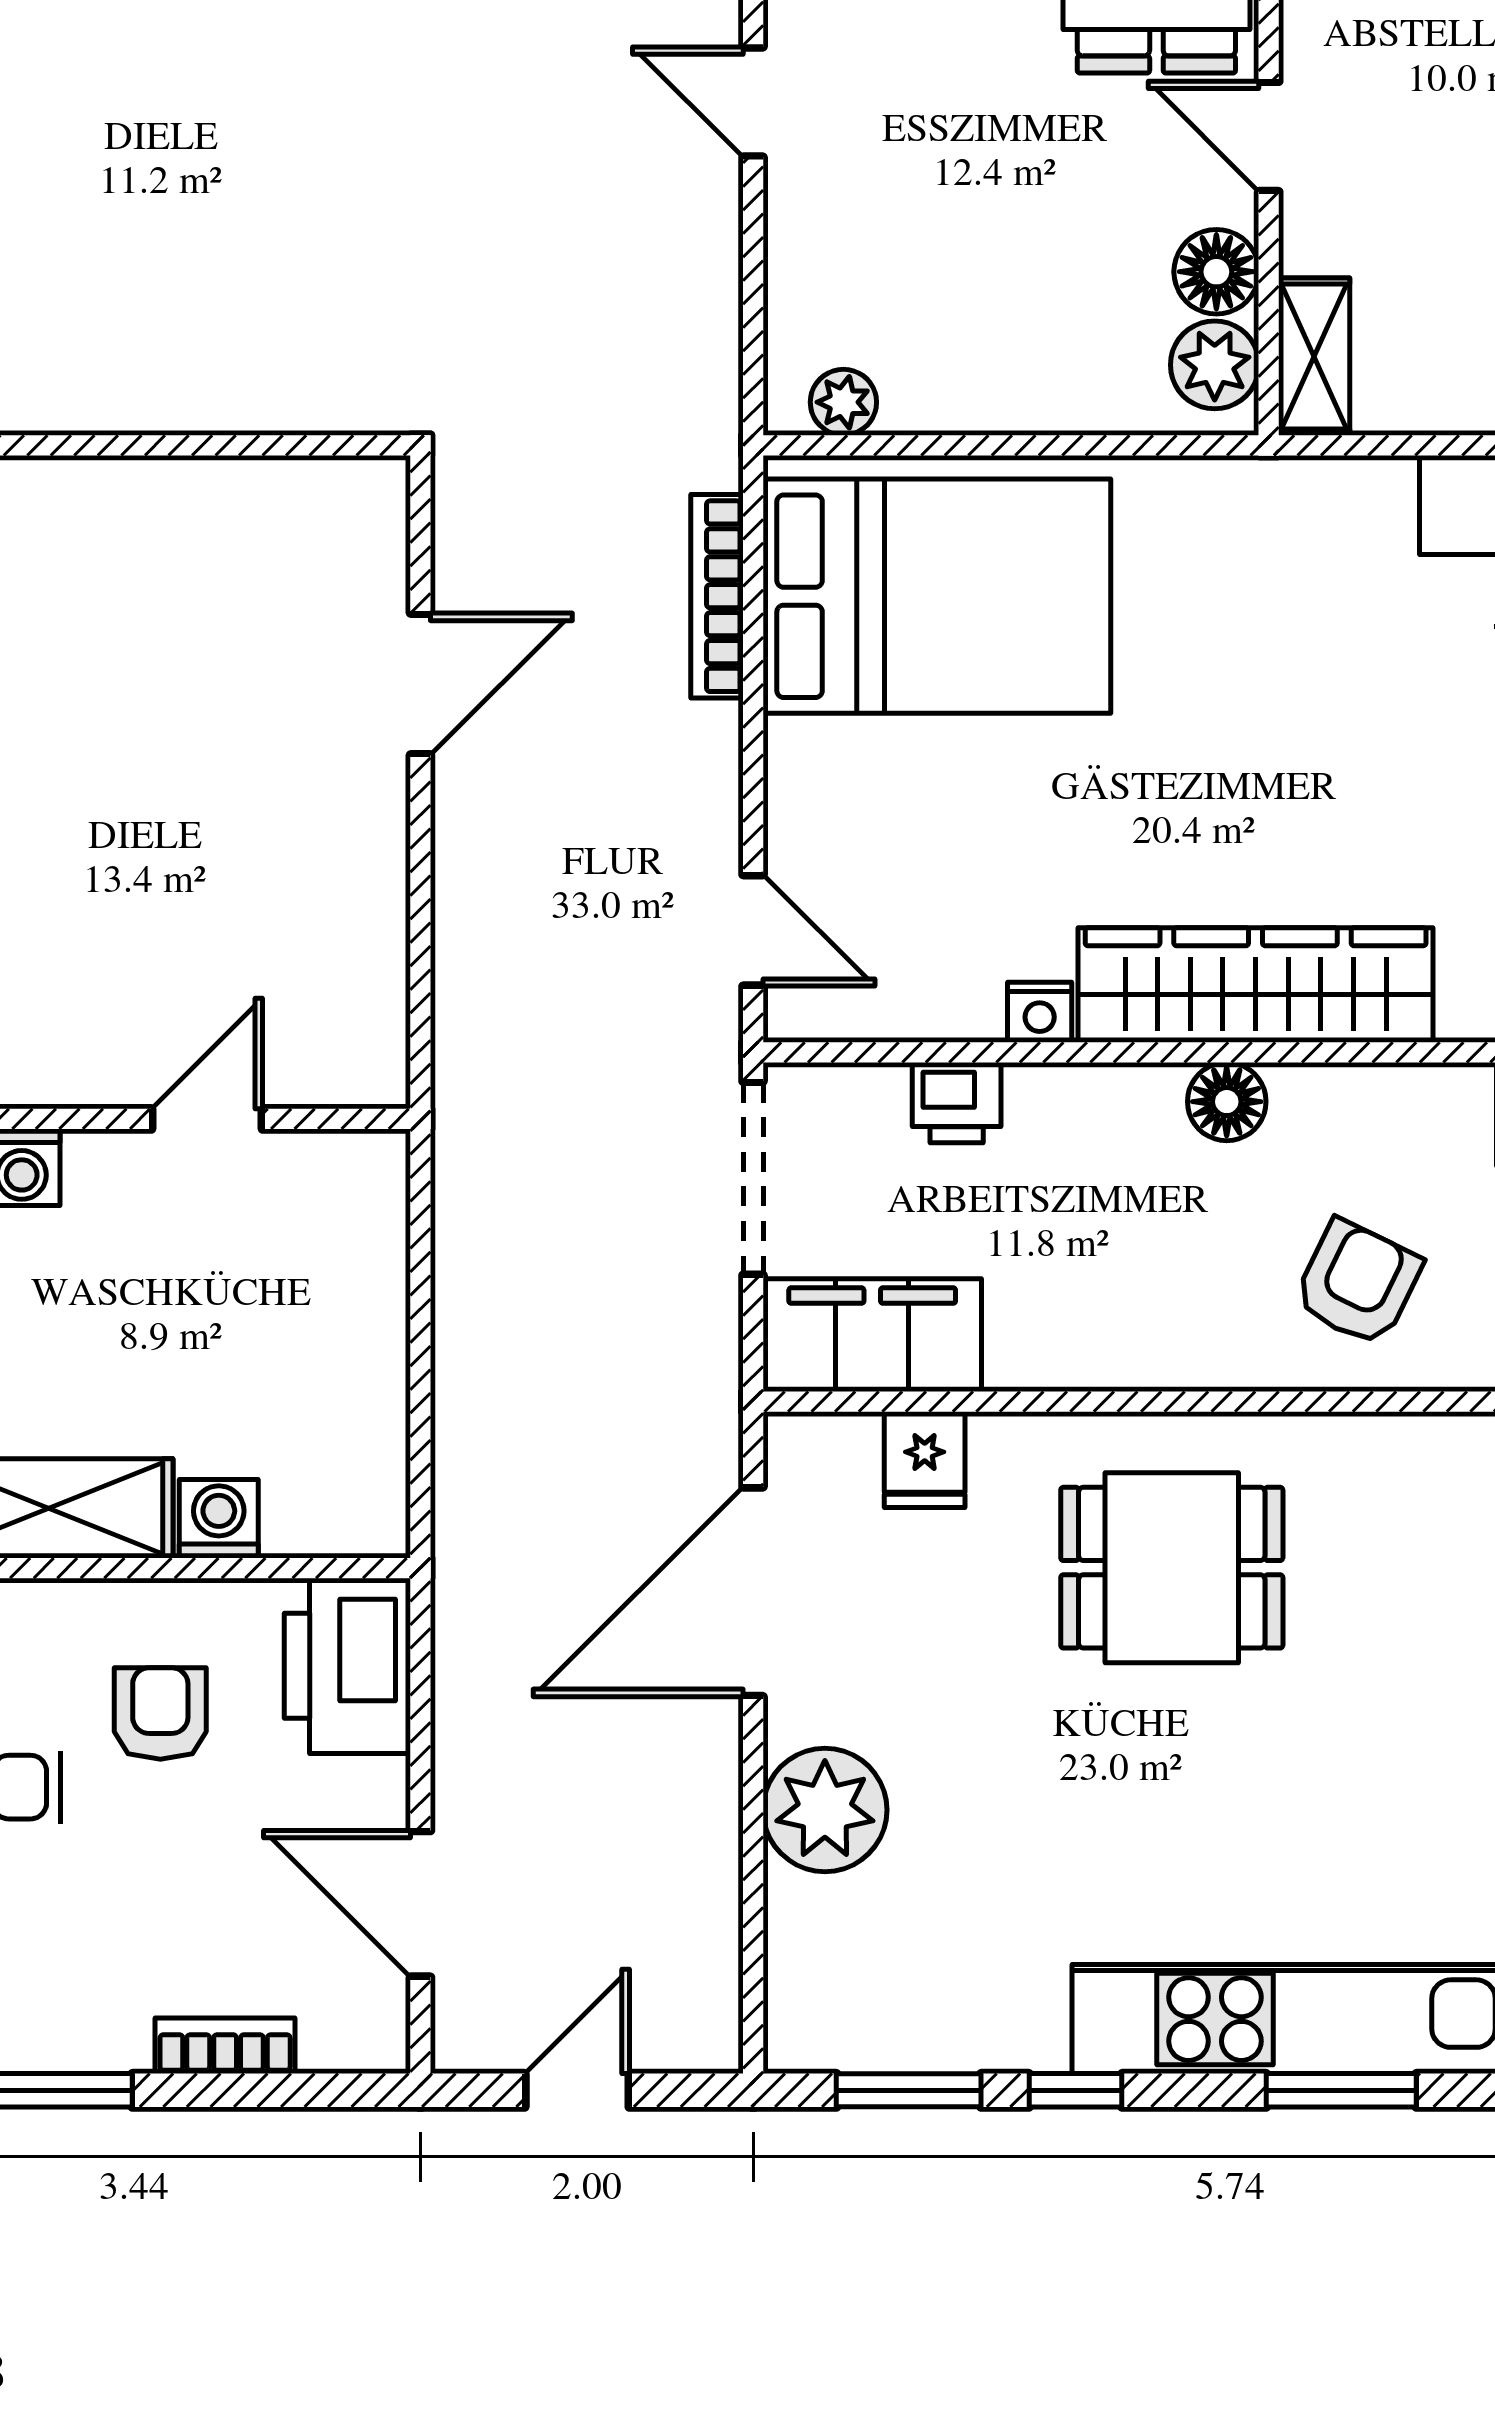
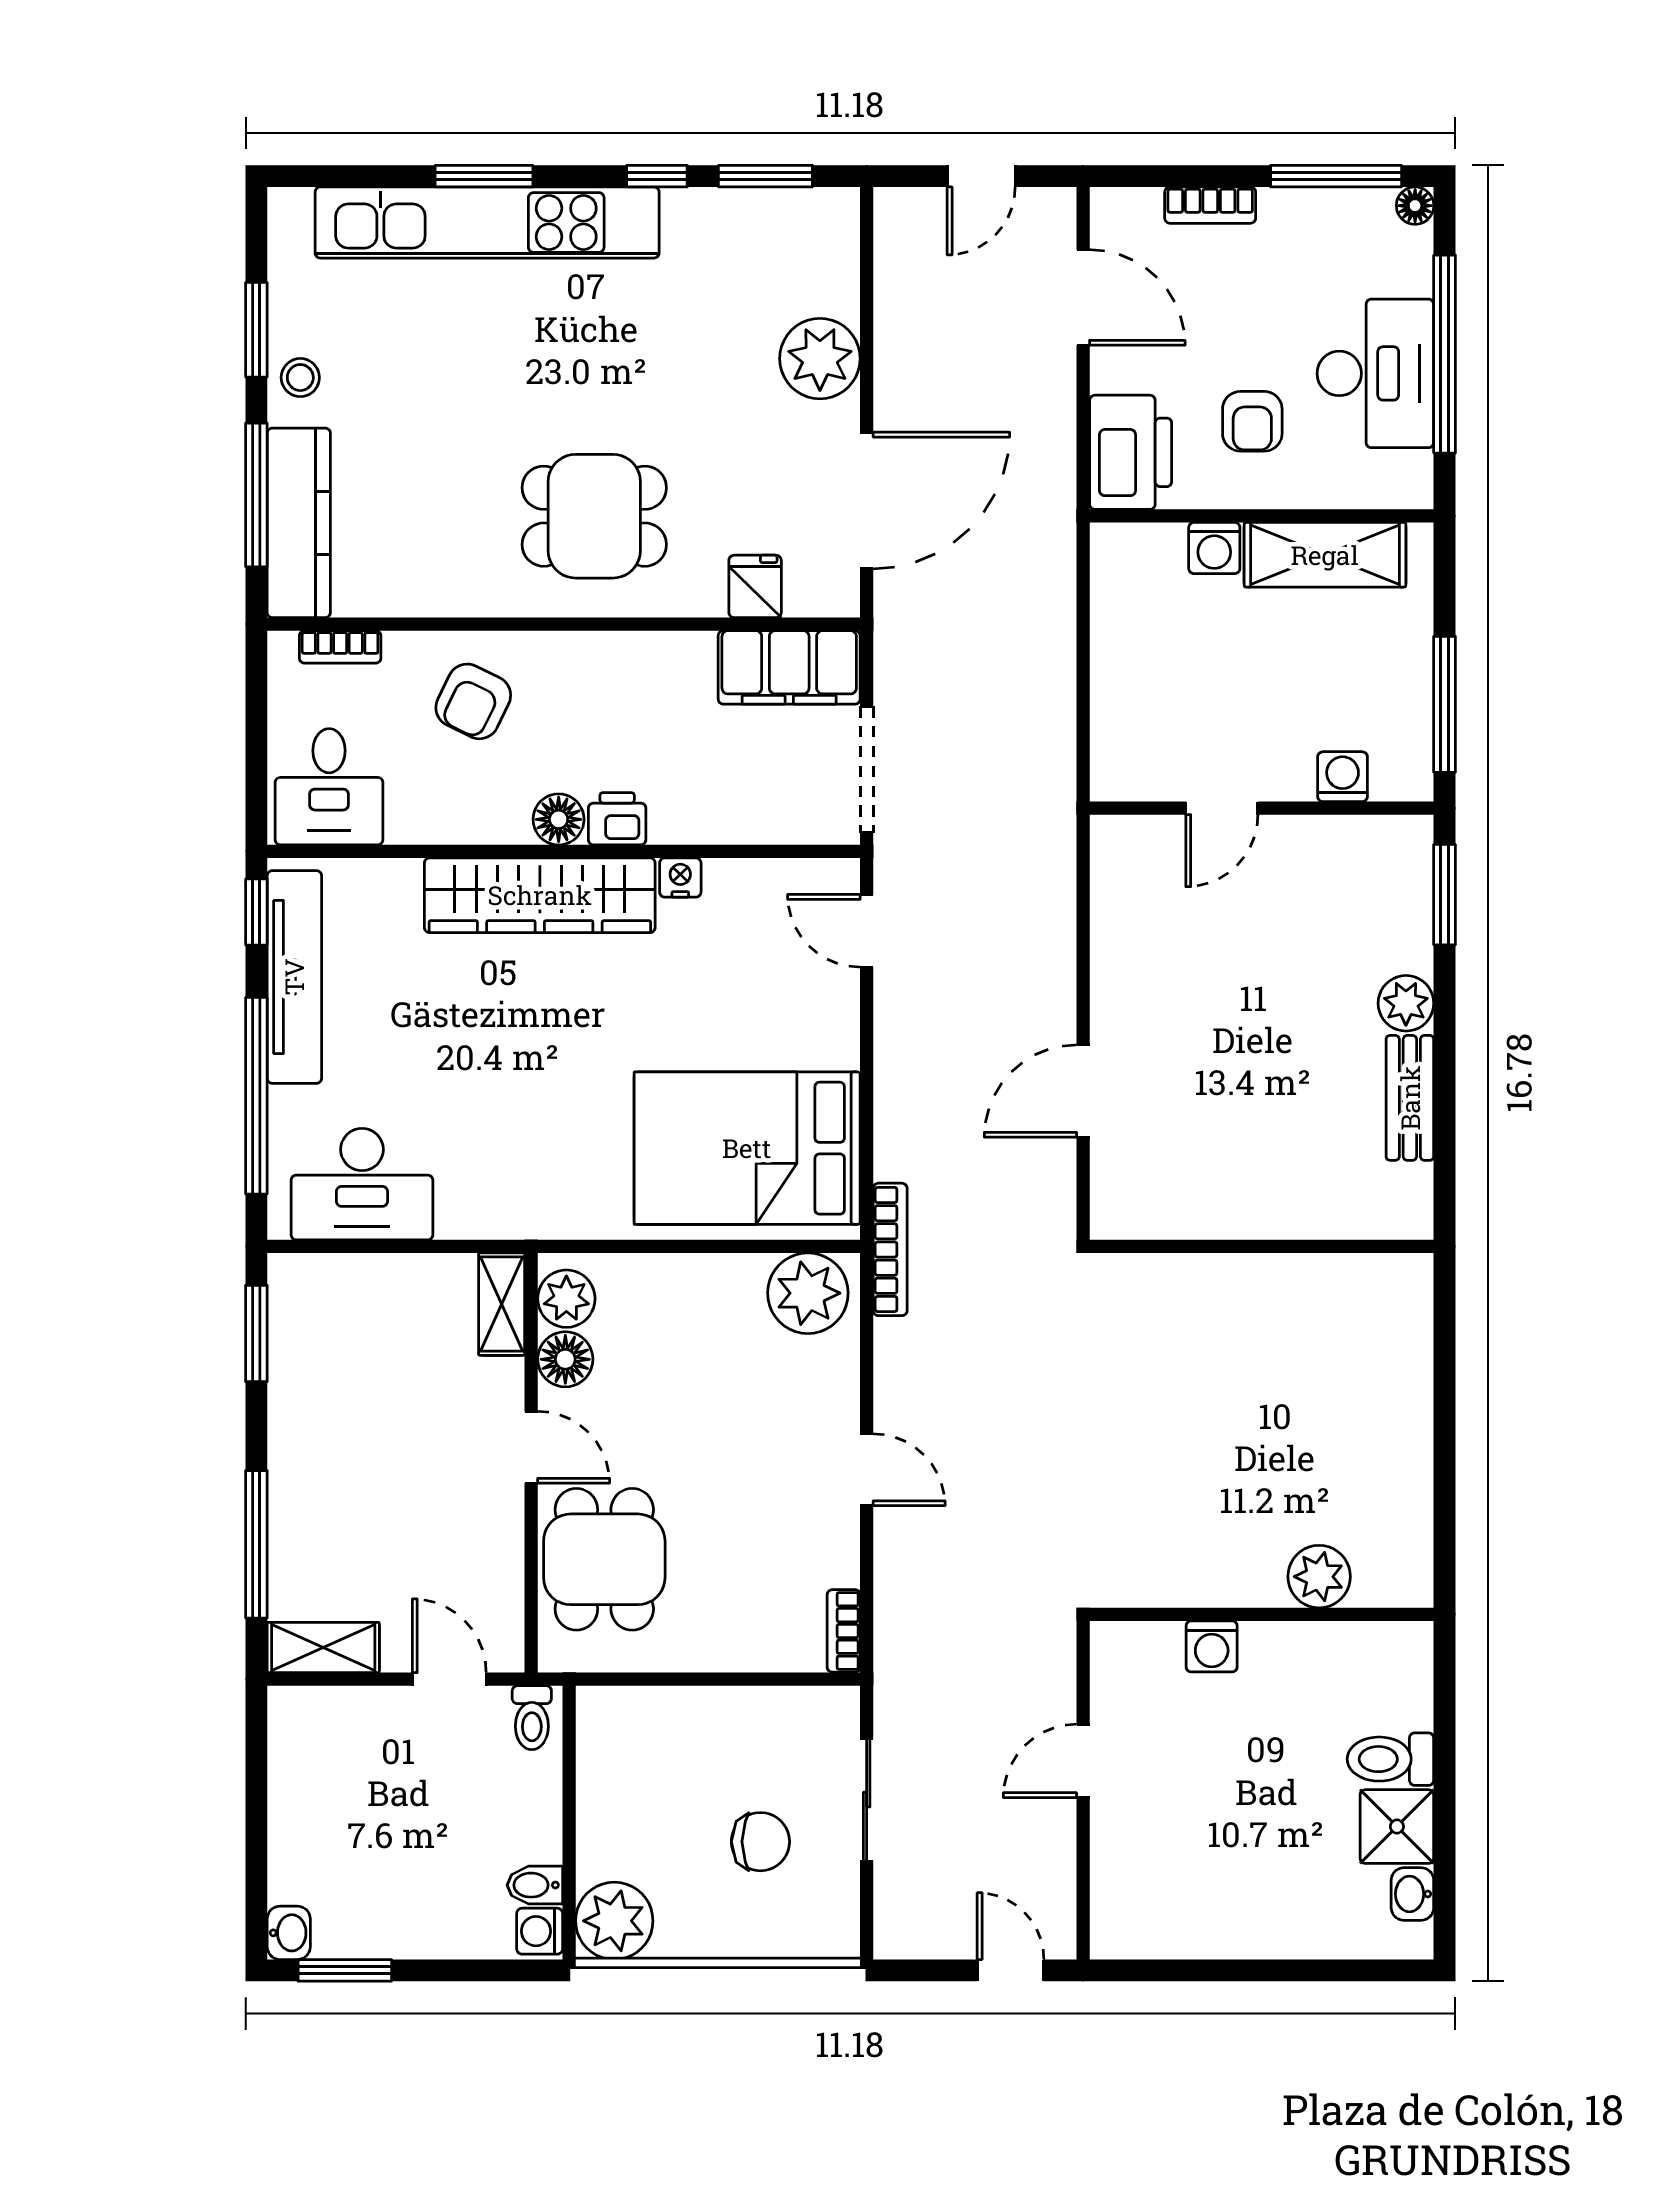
plant: (843, 402) -> (808, 1293), width x1.87, depth x1.87
bookcase: (717, 596) -> (890, 1249), moved
printer: (957, 1103) -> (617, 819), moved

